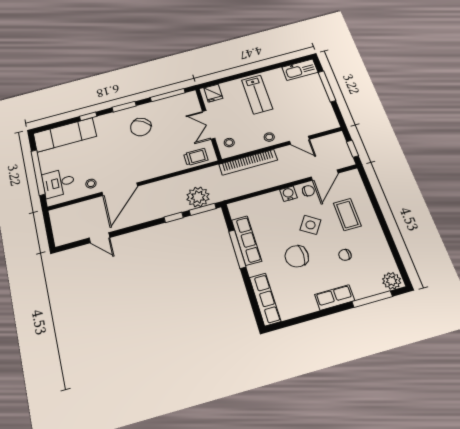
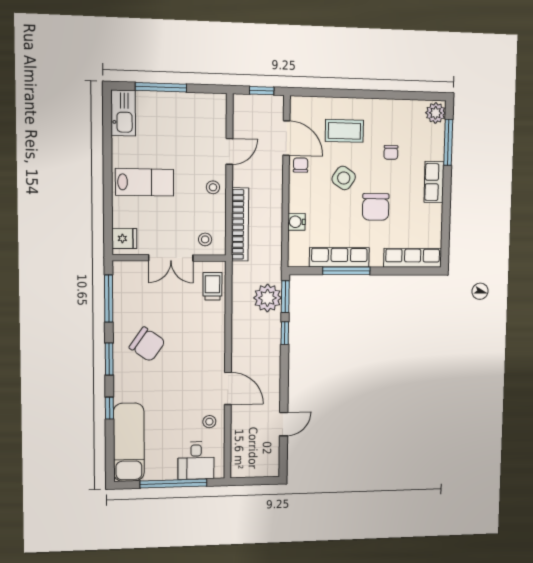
door: (120, 189) -> (228, 388), width x0.73
water cooler: (289, 194) -> (297, 222), moved

